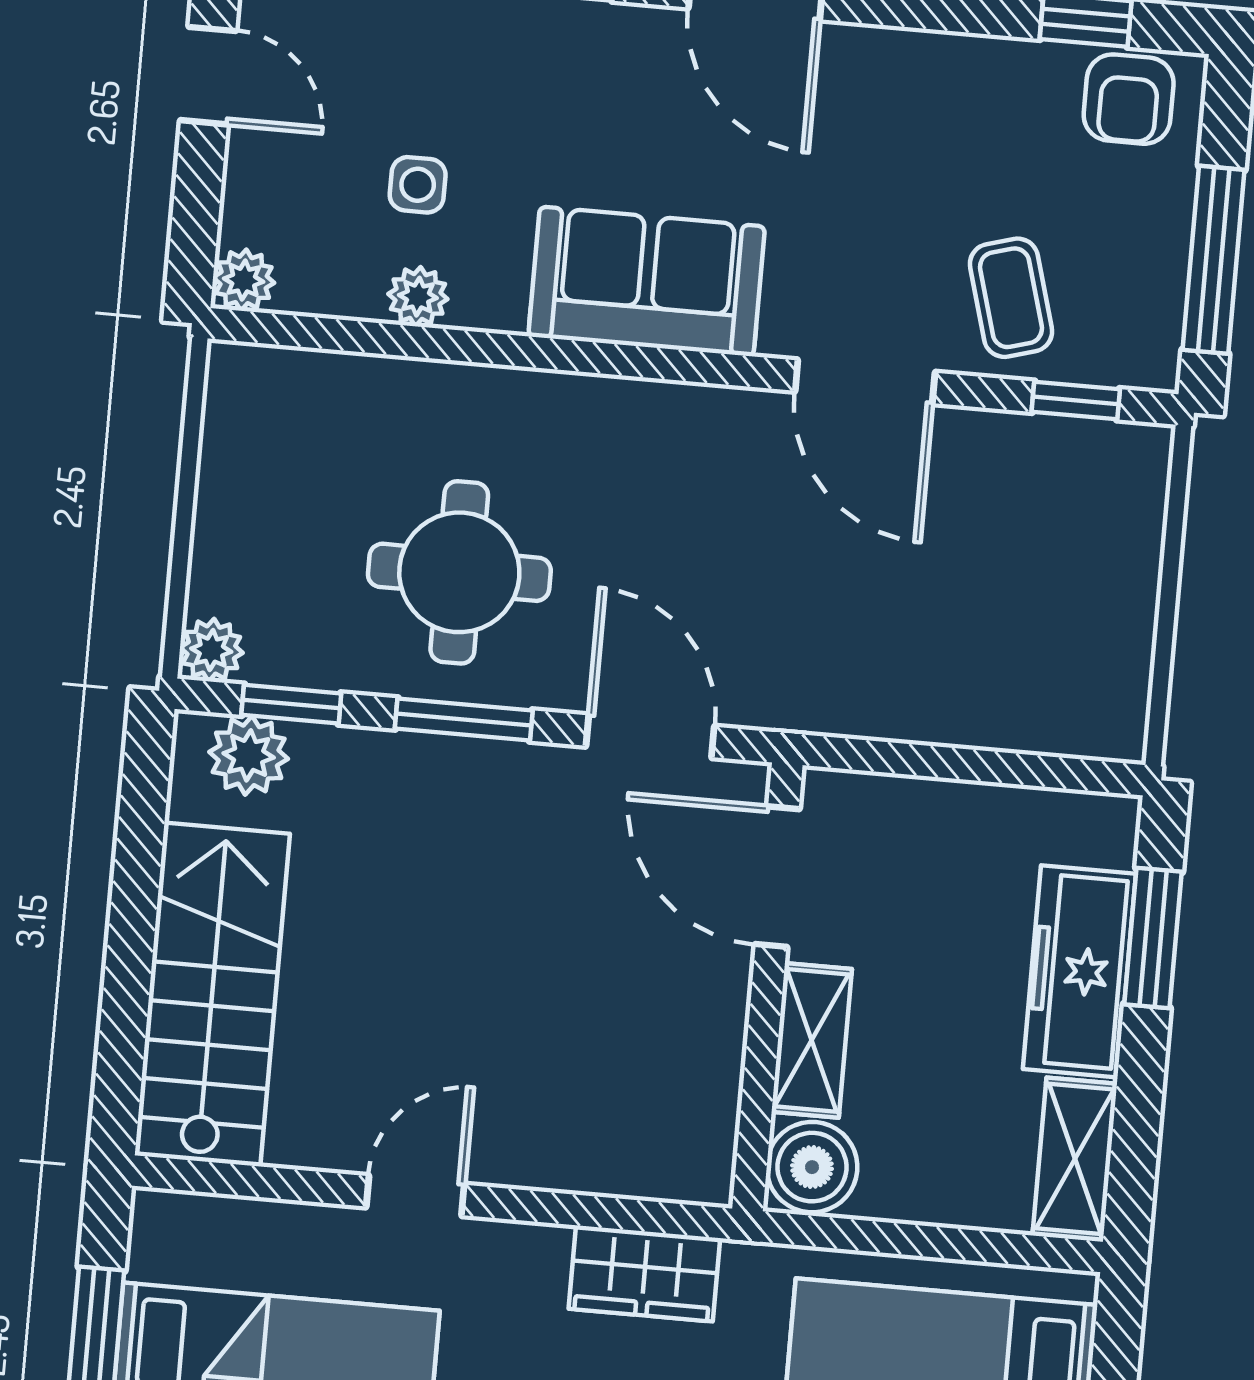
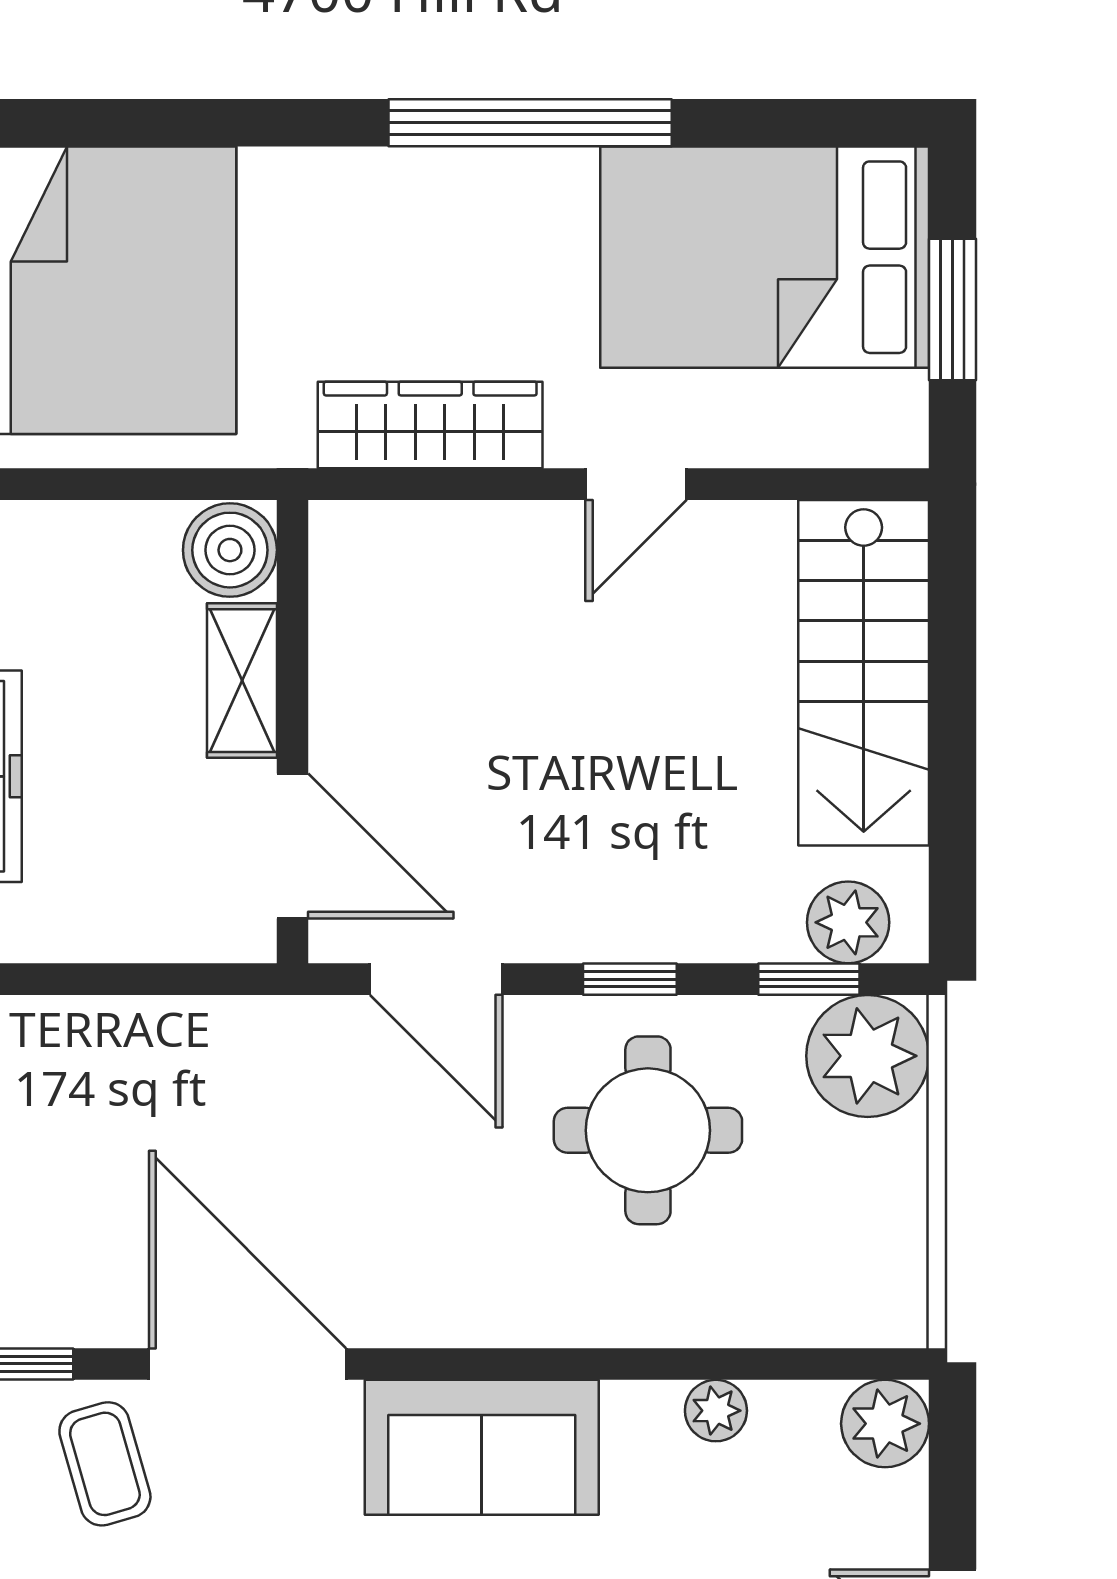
side table: (418, 185) -> (727, 1526), removed
plant: (244, 280) -> (885, 1424), width x1.38, depth x1.38
door: (865, 382) -> (248, 1364), width x1.36
plant: (211, 650) -> (868, 1056), width x1.87, depth x1.87
window: (464, 720) -> (630, 979), width x0.67
wardrobe: (644, 1274) -> (430, 425), width x1.50

